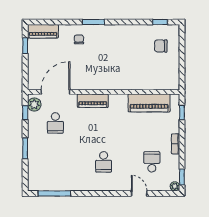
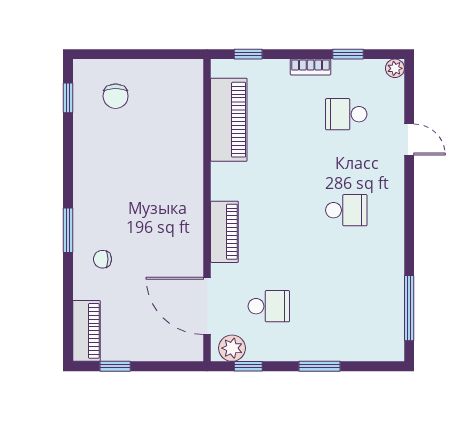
window: (182, 177) -> (348, 54), moved
door: (139, 193) -> (409, 139), swing flipped

